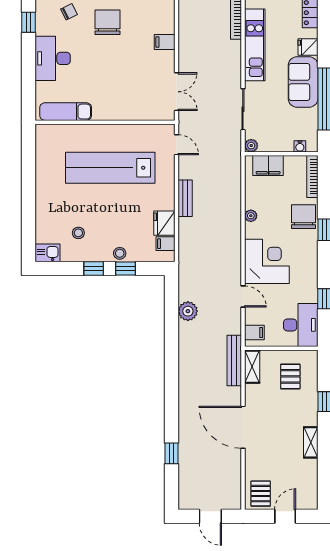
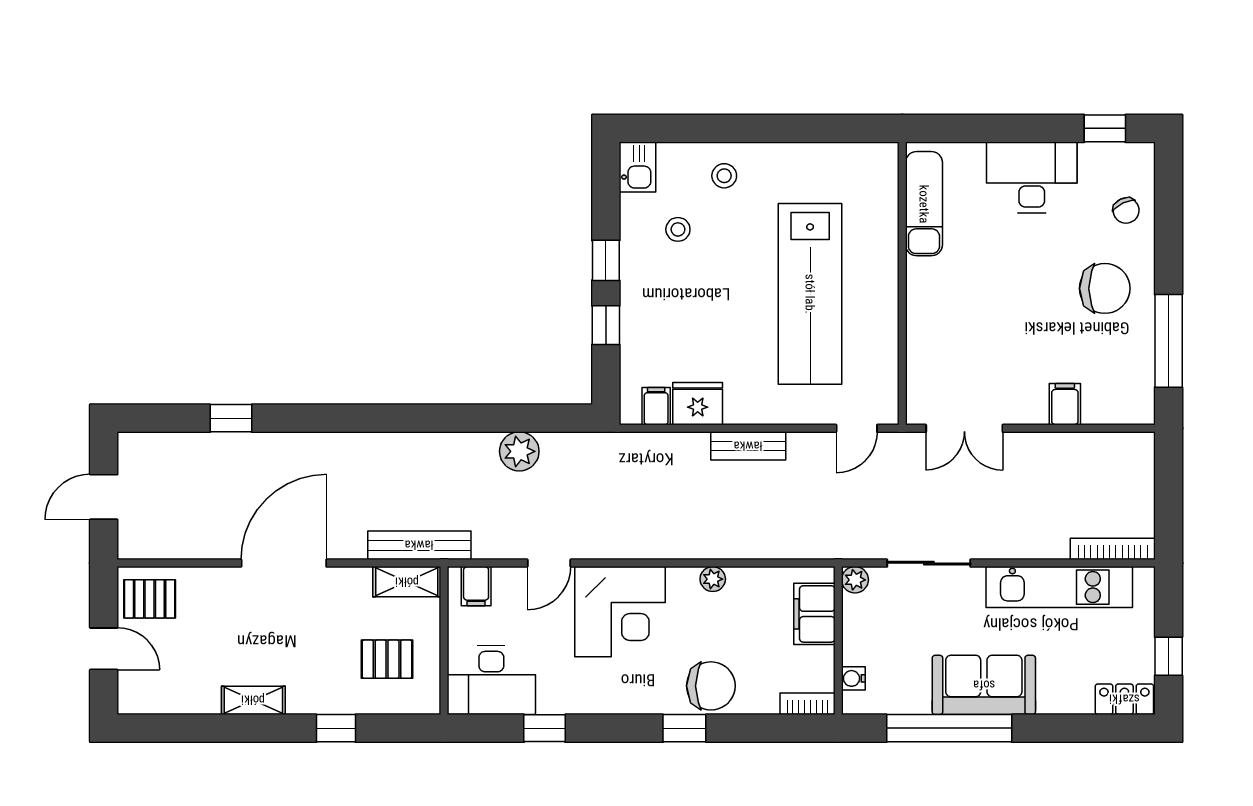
fridge: (308, 47) -> (1055, 695), removed
lab bench: (110, 168) -> (810, 294), turned 180
bookcase: (312, 177) -> (808, 704), width x0.64
stool: (120, 253) -> (724, 176), moved

